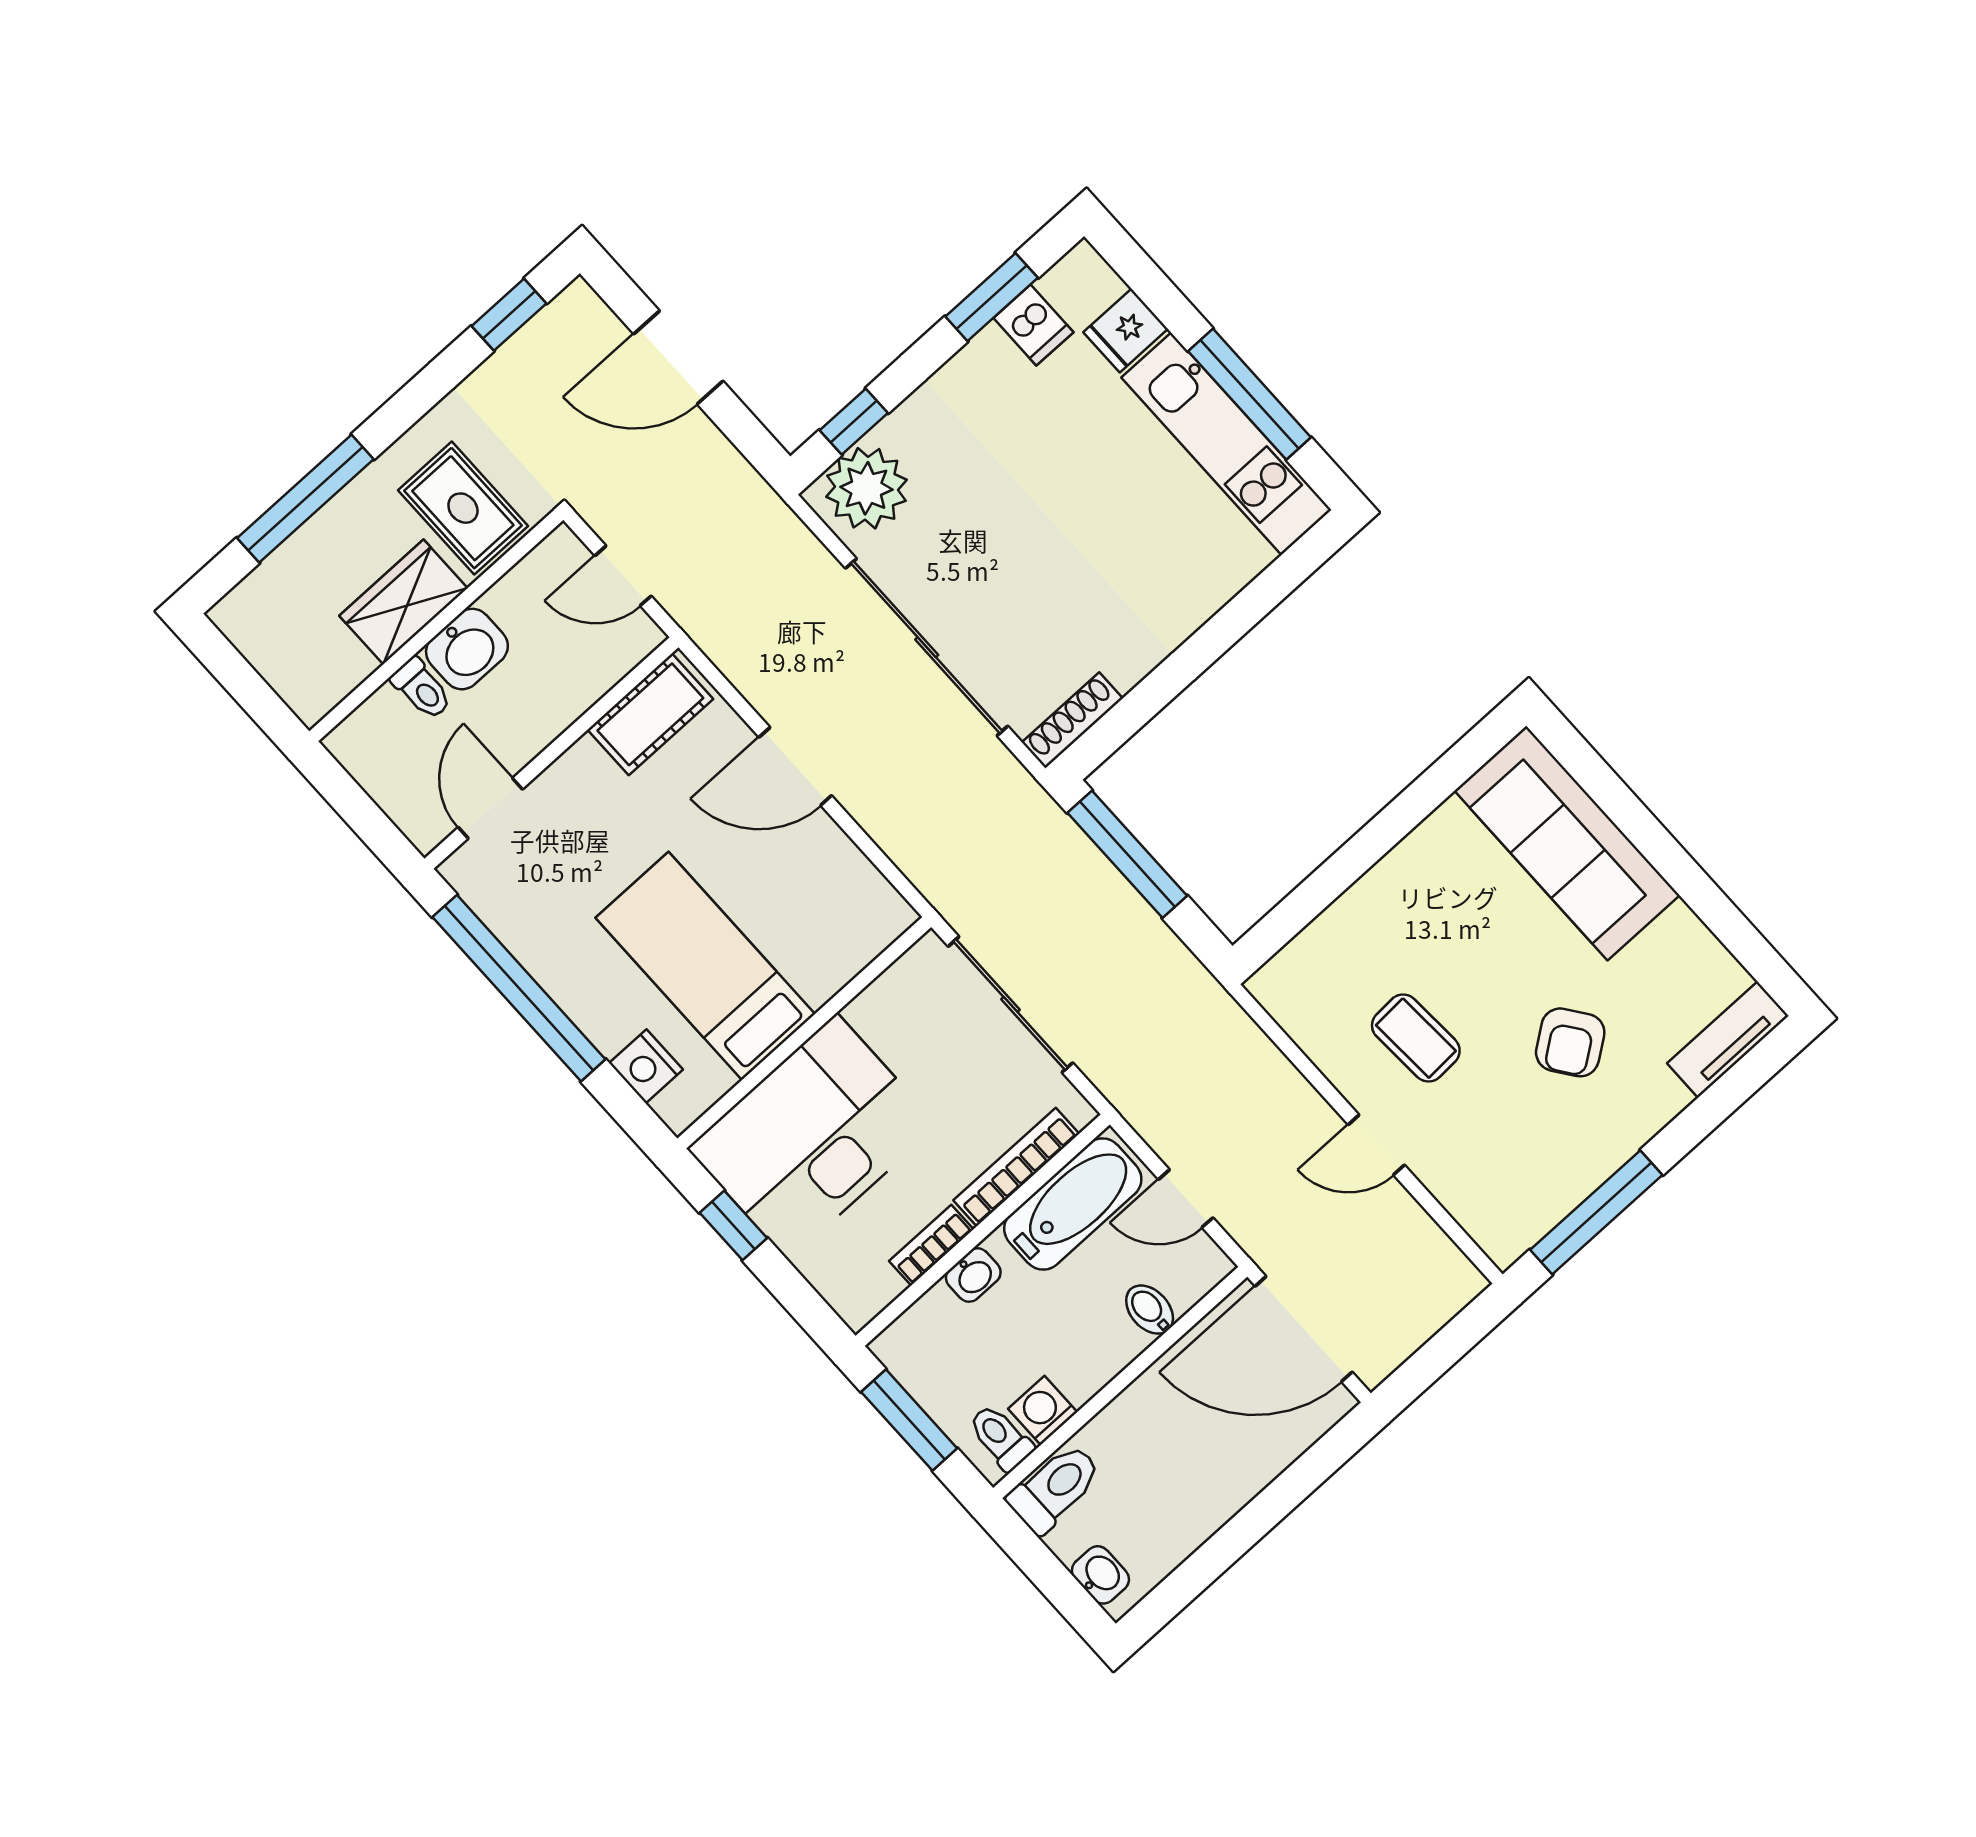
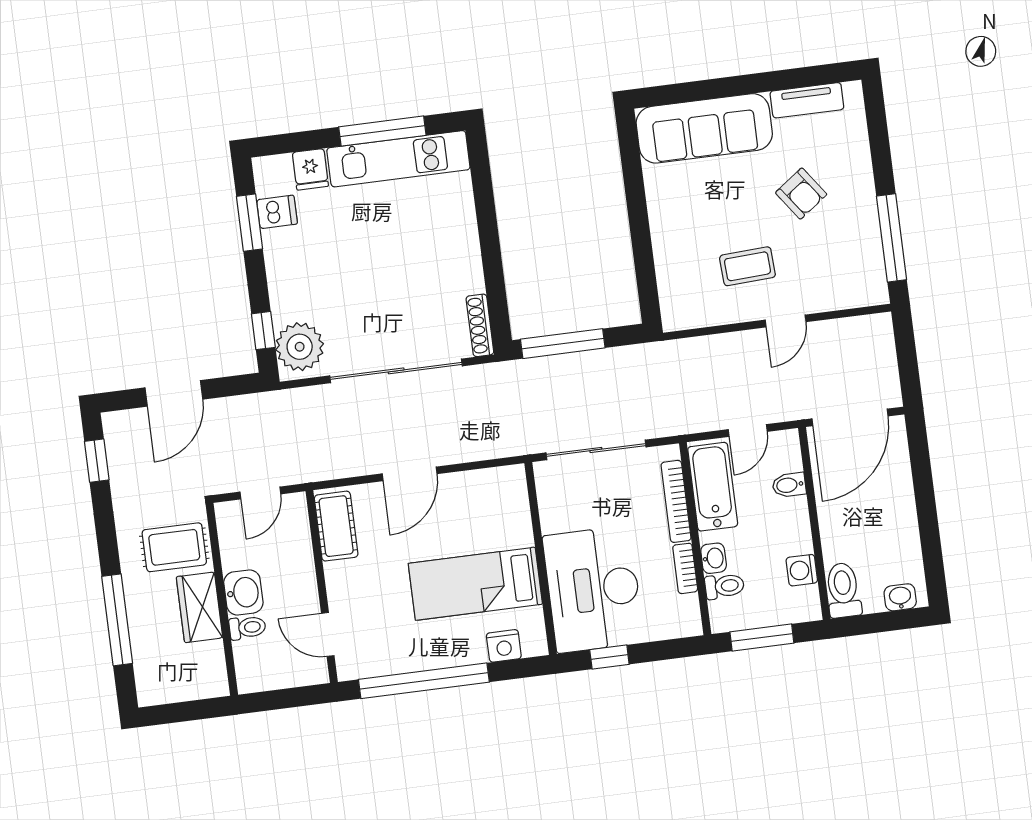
tv unit: (1728, 1040) -> (807, 100), moved, turned -90
toilet: (1001, 1437) -> (724, 586), moved, turned 180

